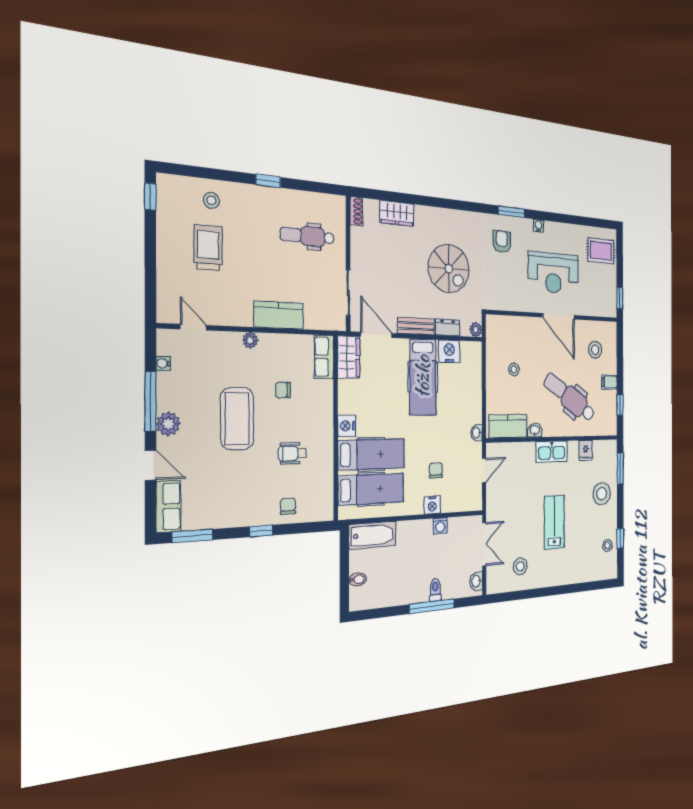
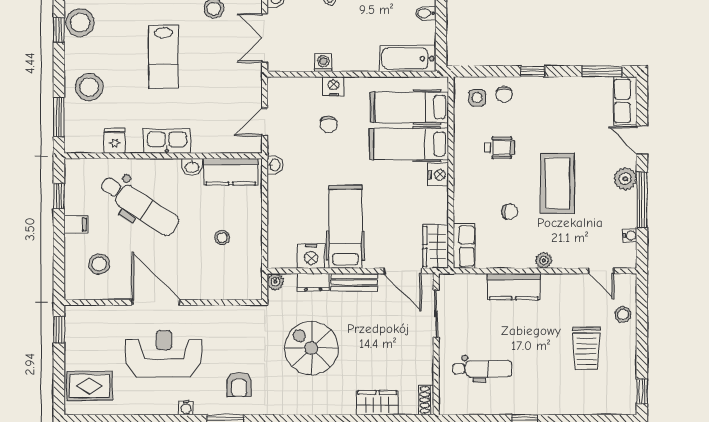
stool: (211, 200) -> (623, 314), moved
side table: (312, 502) -> (477, 98), added
stool: (607, 545) -> (80, 23), width x1.89, depth x1.89

